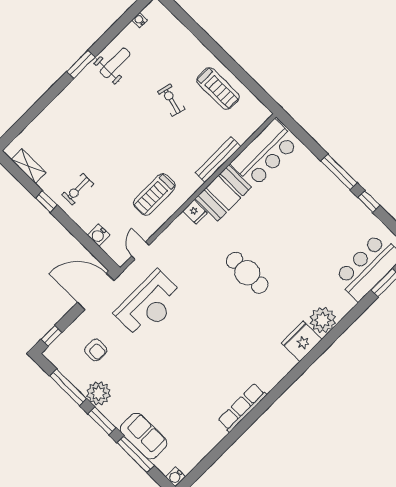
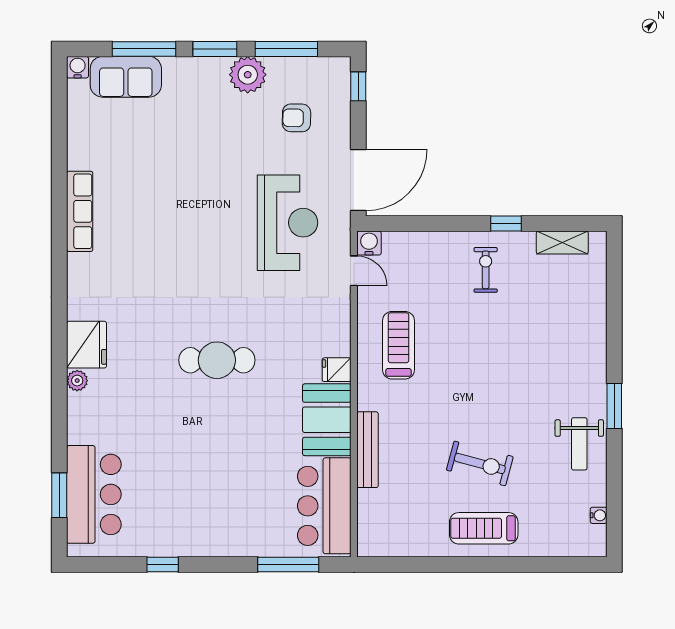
treadmill: (218, 89) -> (484, 528), moved
exercise bike: (171, 100) -> (480, 463), width x1.38, depth x1.39
window: (339, 172) -> (288, 564), moved
water cooler: (99, 235) -> (369, 243), moved
reception desk: (149, 305) -> (287, 223), turned 180
plant: (323, 320) -> (77, 381), width x0.53, depth x0.53
sofa: (144, 436) -> (126, 77), moved

